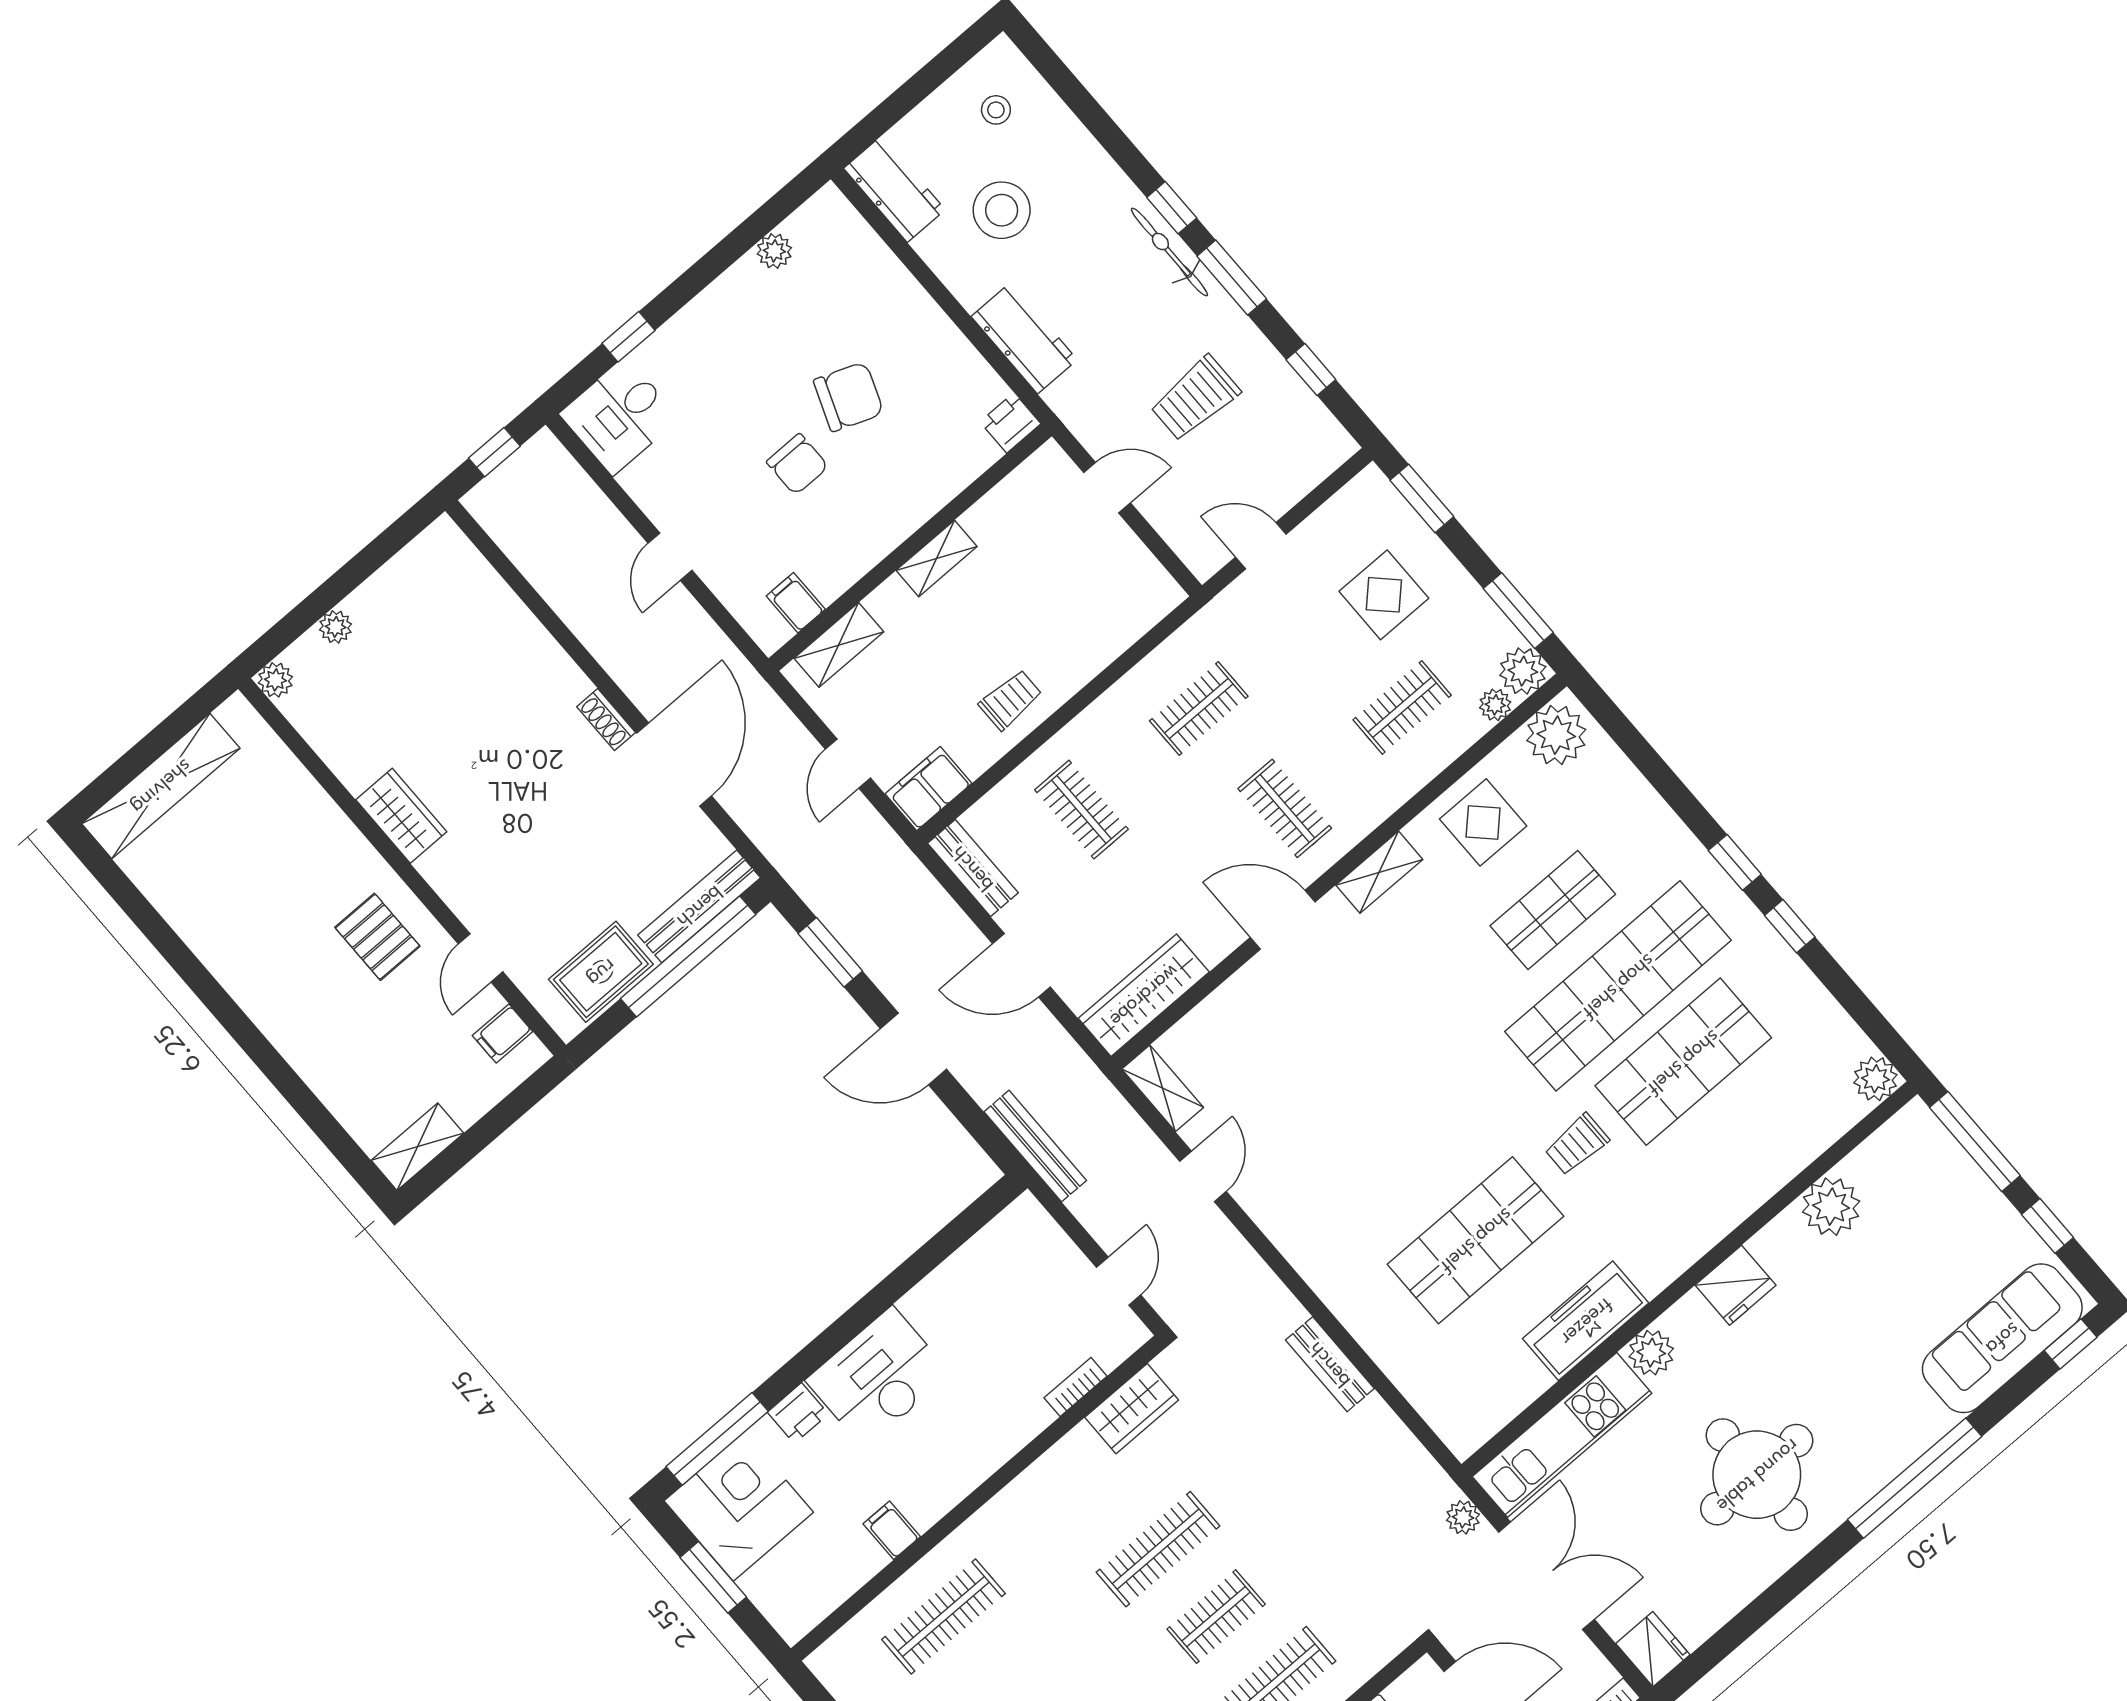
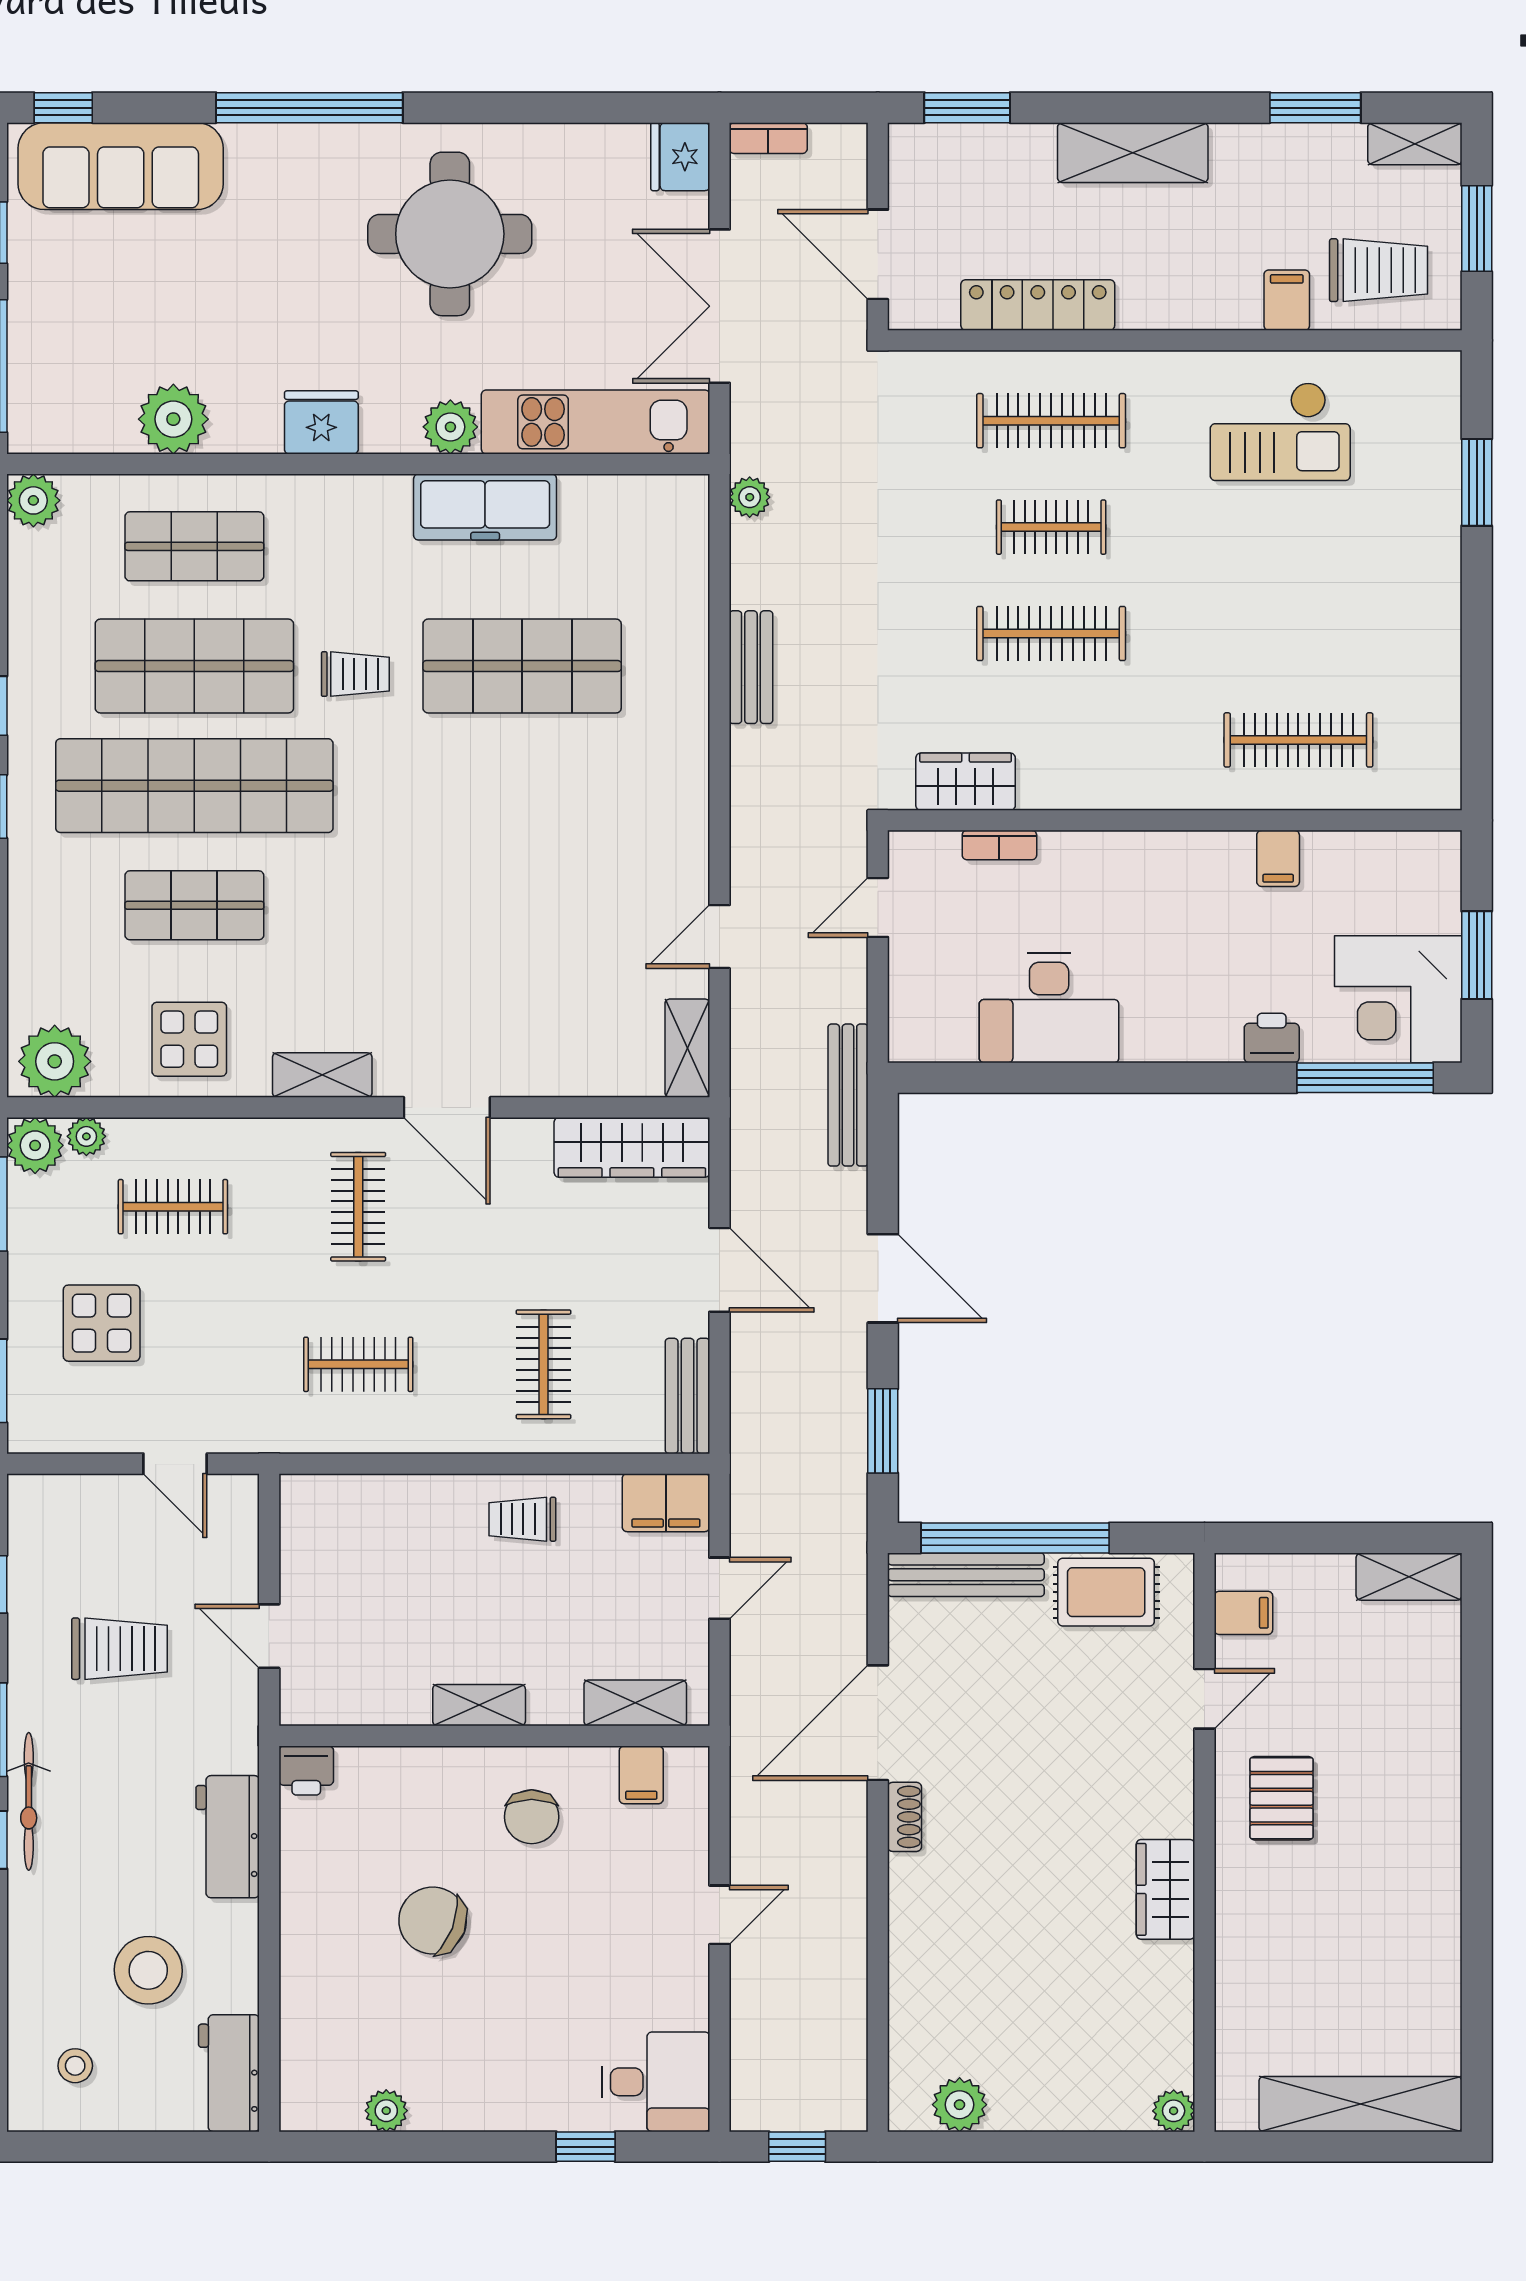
chair: (797, 464) -> (532, 1817), moved, turned 180
plant: (336, 627) -> (960, 2105), moved, width x1.38, depth x1.38
shop shelf: (1748, 1137) -> (194, 546), added
desk: (878, 1377) -> (1049, 1008), moved
plant: (1463, 1517) -> (750, 497), moved

